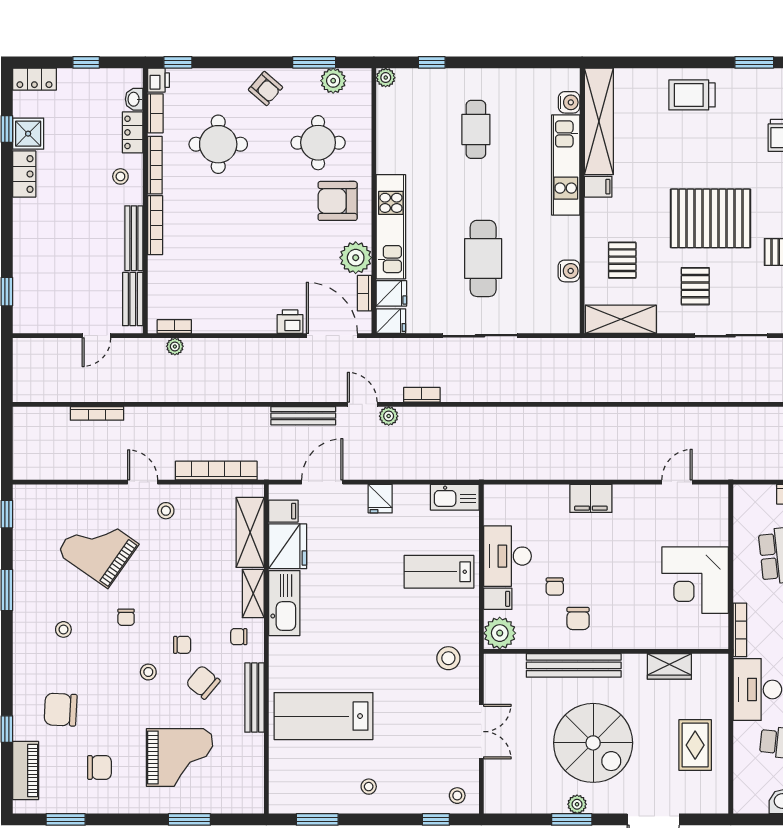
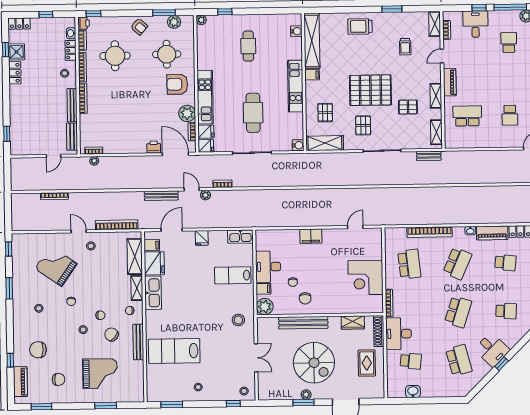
kitchen unit: (566, 165) -> (295, 86), moved
water cooler: (569, 271) -> (298, 145), moved
shoe rack: (719, 684) -> (379, 331), added

